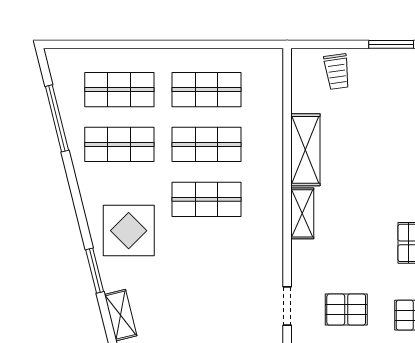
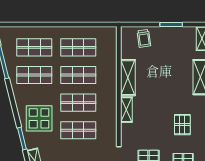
shop shelf: (206, 254) -> (78, 130), added

